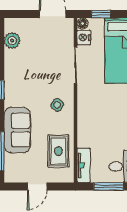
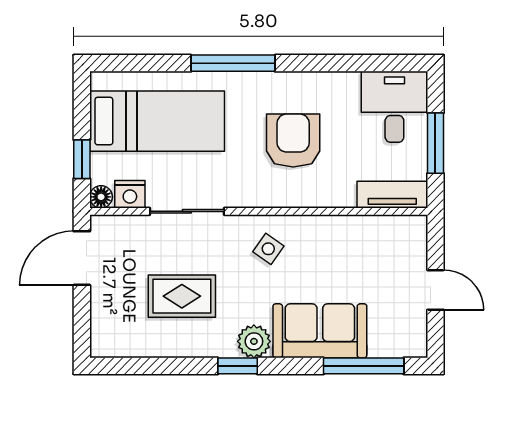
plant: (12, 41) -> (254, 341), moved
armchair: (110, 117) -> (293, 140), added
rug: (58, 151) -> (182, 296), moved

